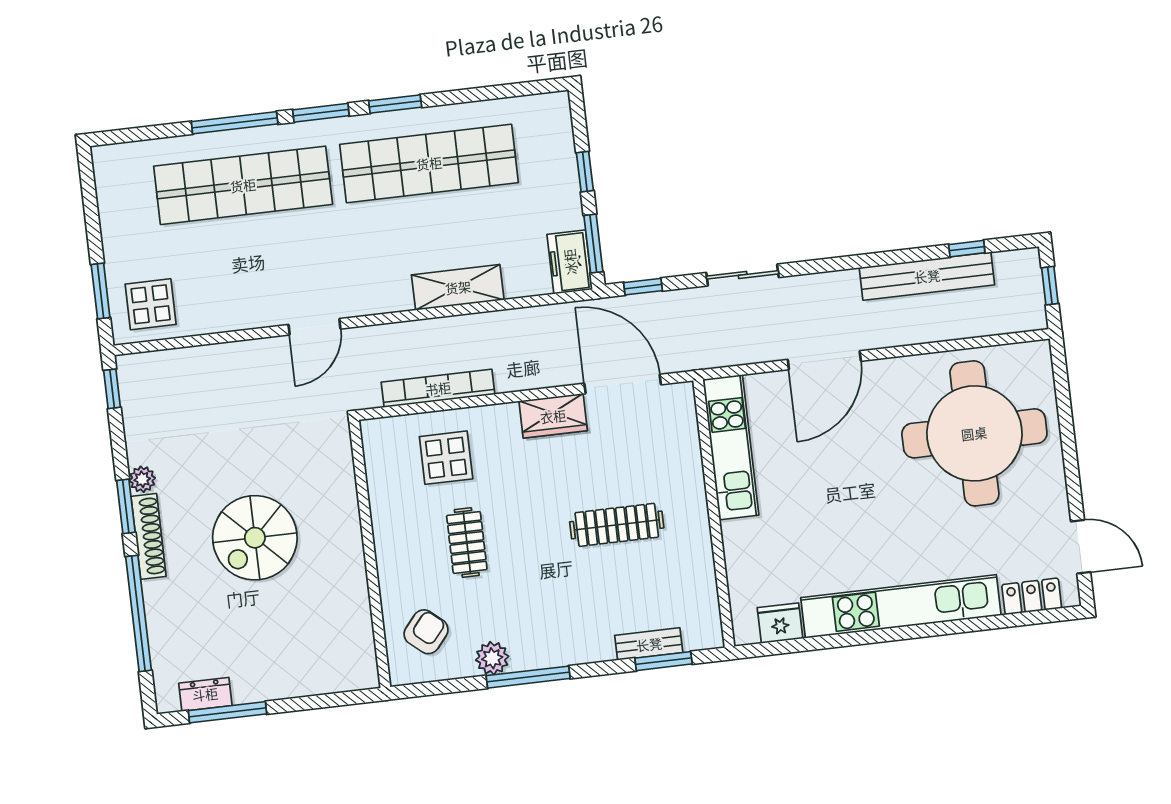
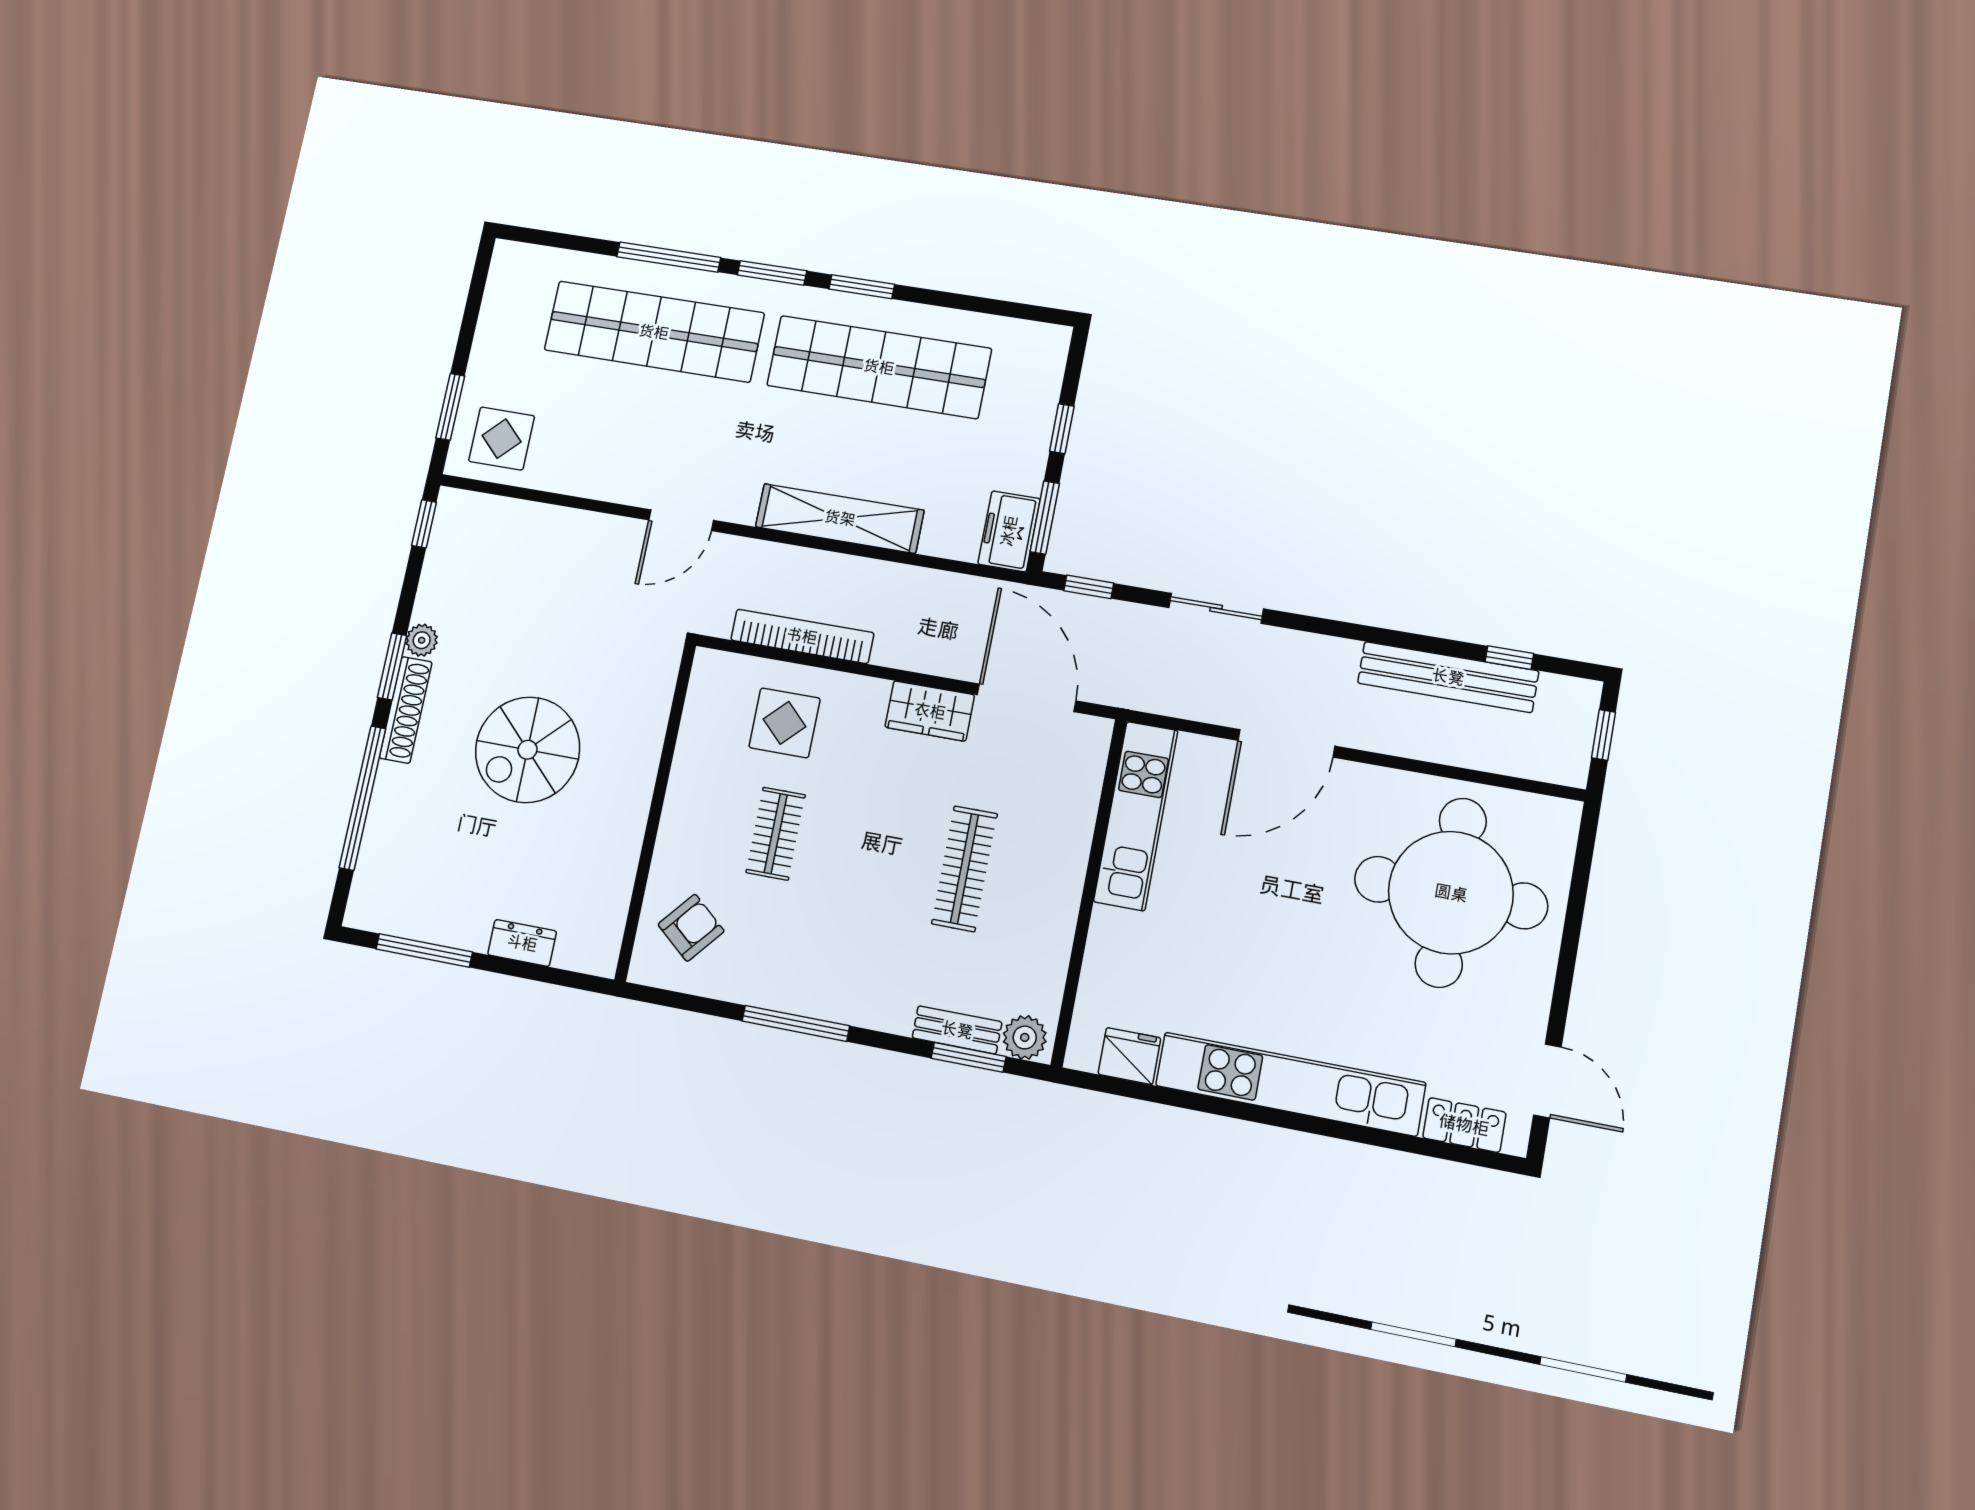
shelving: (458, 287) -> (840, 518), width x1.47
clothes rail: (617, 525) -> (965, 869), turned 90
plant: (492, 658) -> (1025, 1037), moved
dresser: (205, 694) -> (522, 943), moved

